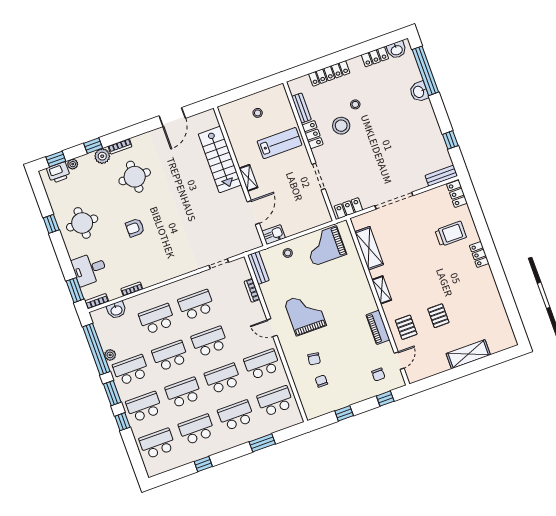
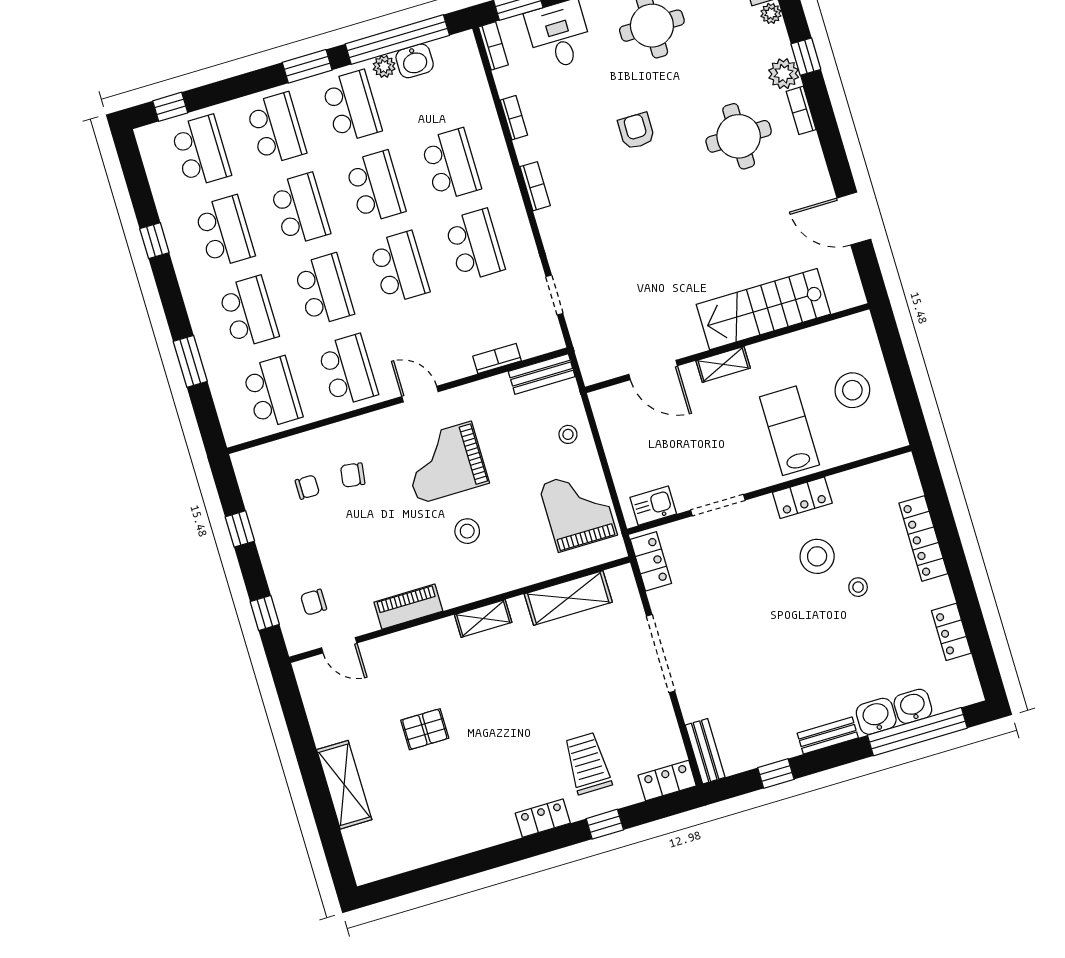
washbasin: (397, 50) -> (913, 706), moved, turned 90
bench: (301, 108) -> (828, 736), moved
stool: (258, 113) -> (852, 390), width x1.89, depth x1.89
lab bench: (280, 143) -> (789, 431), turned 180
window: (480, 224) -> (605, 824), added
trolley: (451, 234) -> (588, 763), turned 180
kitchen sink: (274, 235) -> (653, 506), moved, turned -90
bookcase: (165, 276) -> (535, 186), added
stool: (339, 300) -> (467, 531), added
washbasin: (116, 310) -> (415, 61), moved, turned -90
grand piano: (305, 313) -> (445, 463), turned 180
pallet: (406, 327) -> (405, 663), removed
door: (272, 328) -> (420, 394), hinge flipped
window: (122, 422) -> (170, 107), moved

